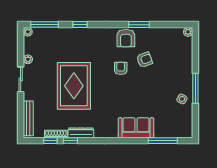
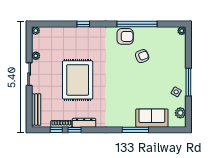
window: (45, 25) -> (51, 24), removed
window: (139, 25) -> (137, 24), width x2.11
armchair: (126, 38) -> (125, 36), turned -90
armchair: (121, 68) -> (120, 64), removed
plant: (187, 122) -> (180, 113), added
sofa: (136, 128) -> (152, 118), moved
window: (163, 141) -> (135, 130), moved

